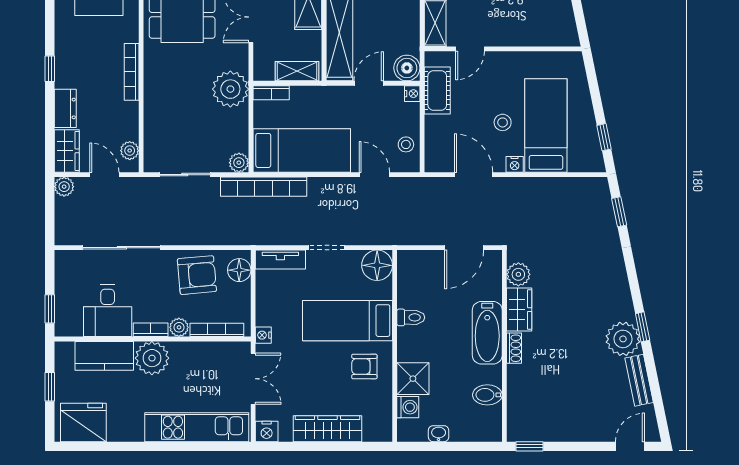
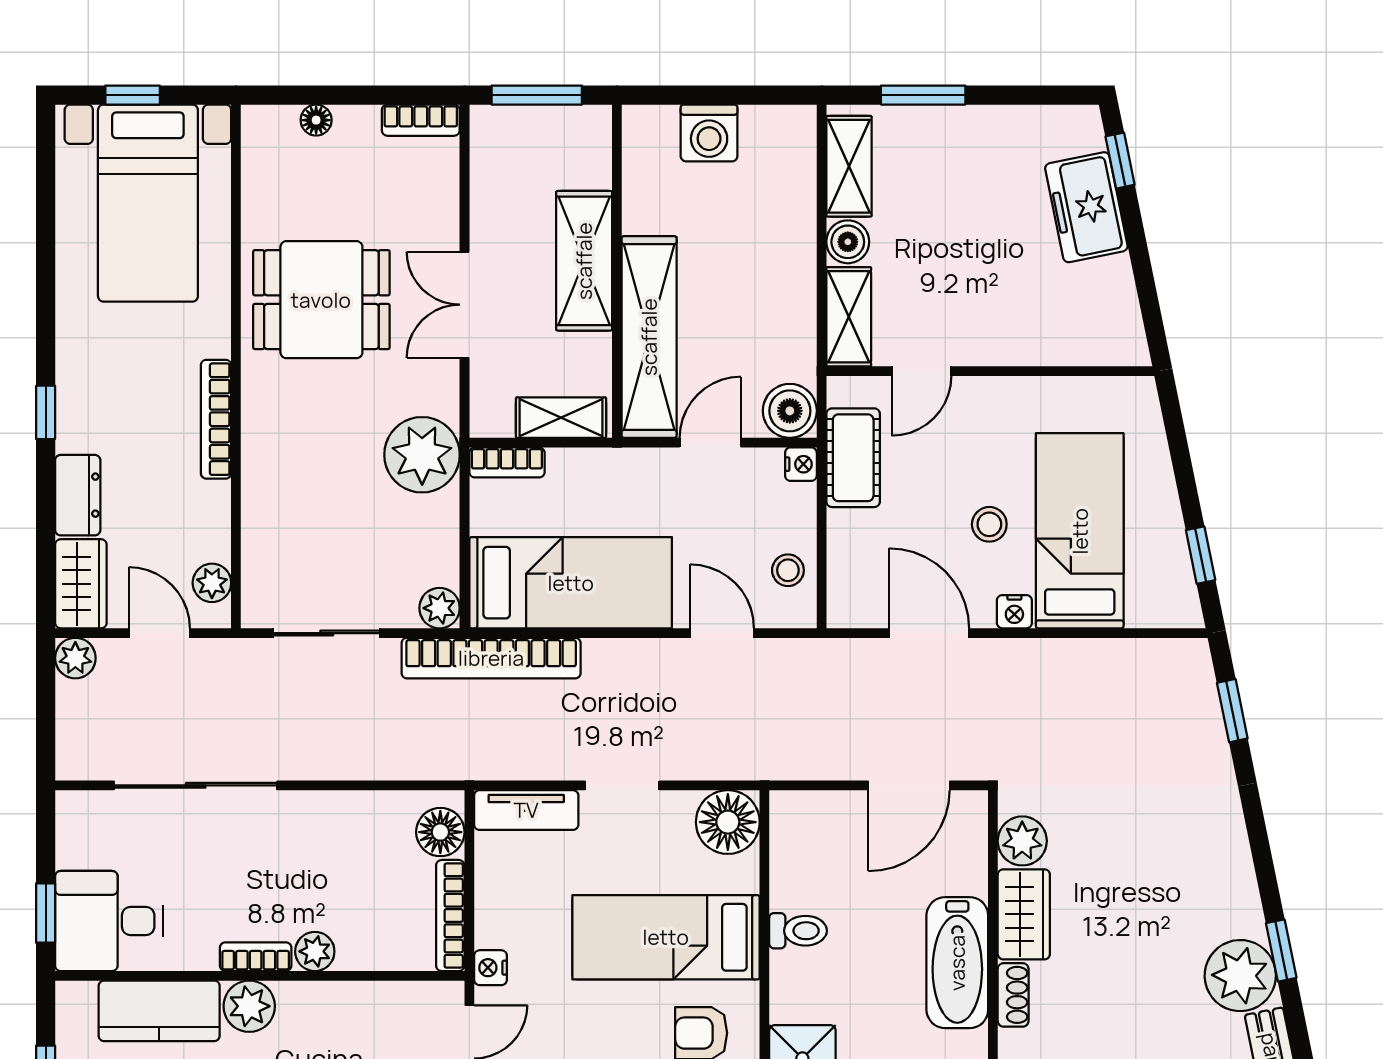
armchair: (197, 275) -> (352, 843), removed
desk: (108, 311) -> (109, 921), moved, turned 90
bookcase: (217, 330) -> (450, 916), moved, turned -90
plant: (152, 358) -> (249, 1006), width x0.73, depth x0.73

